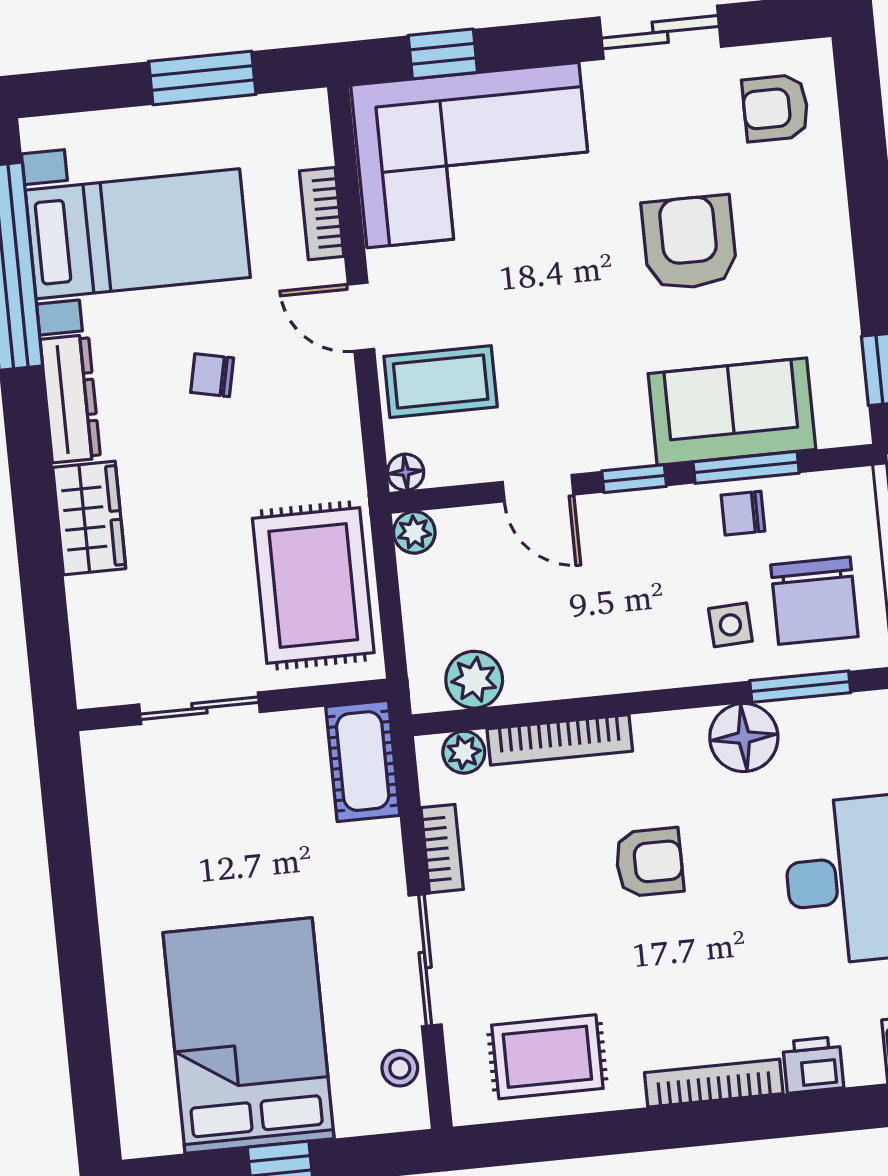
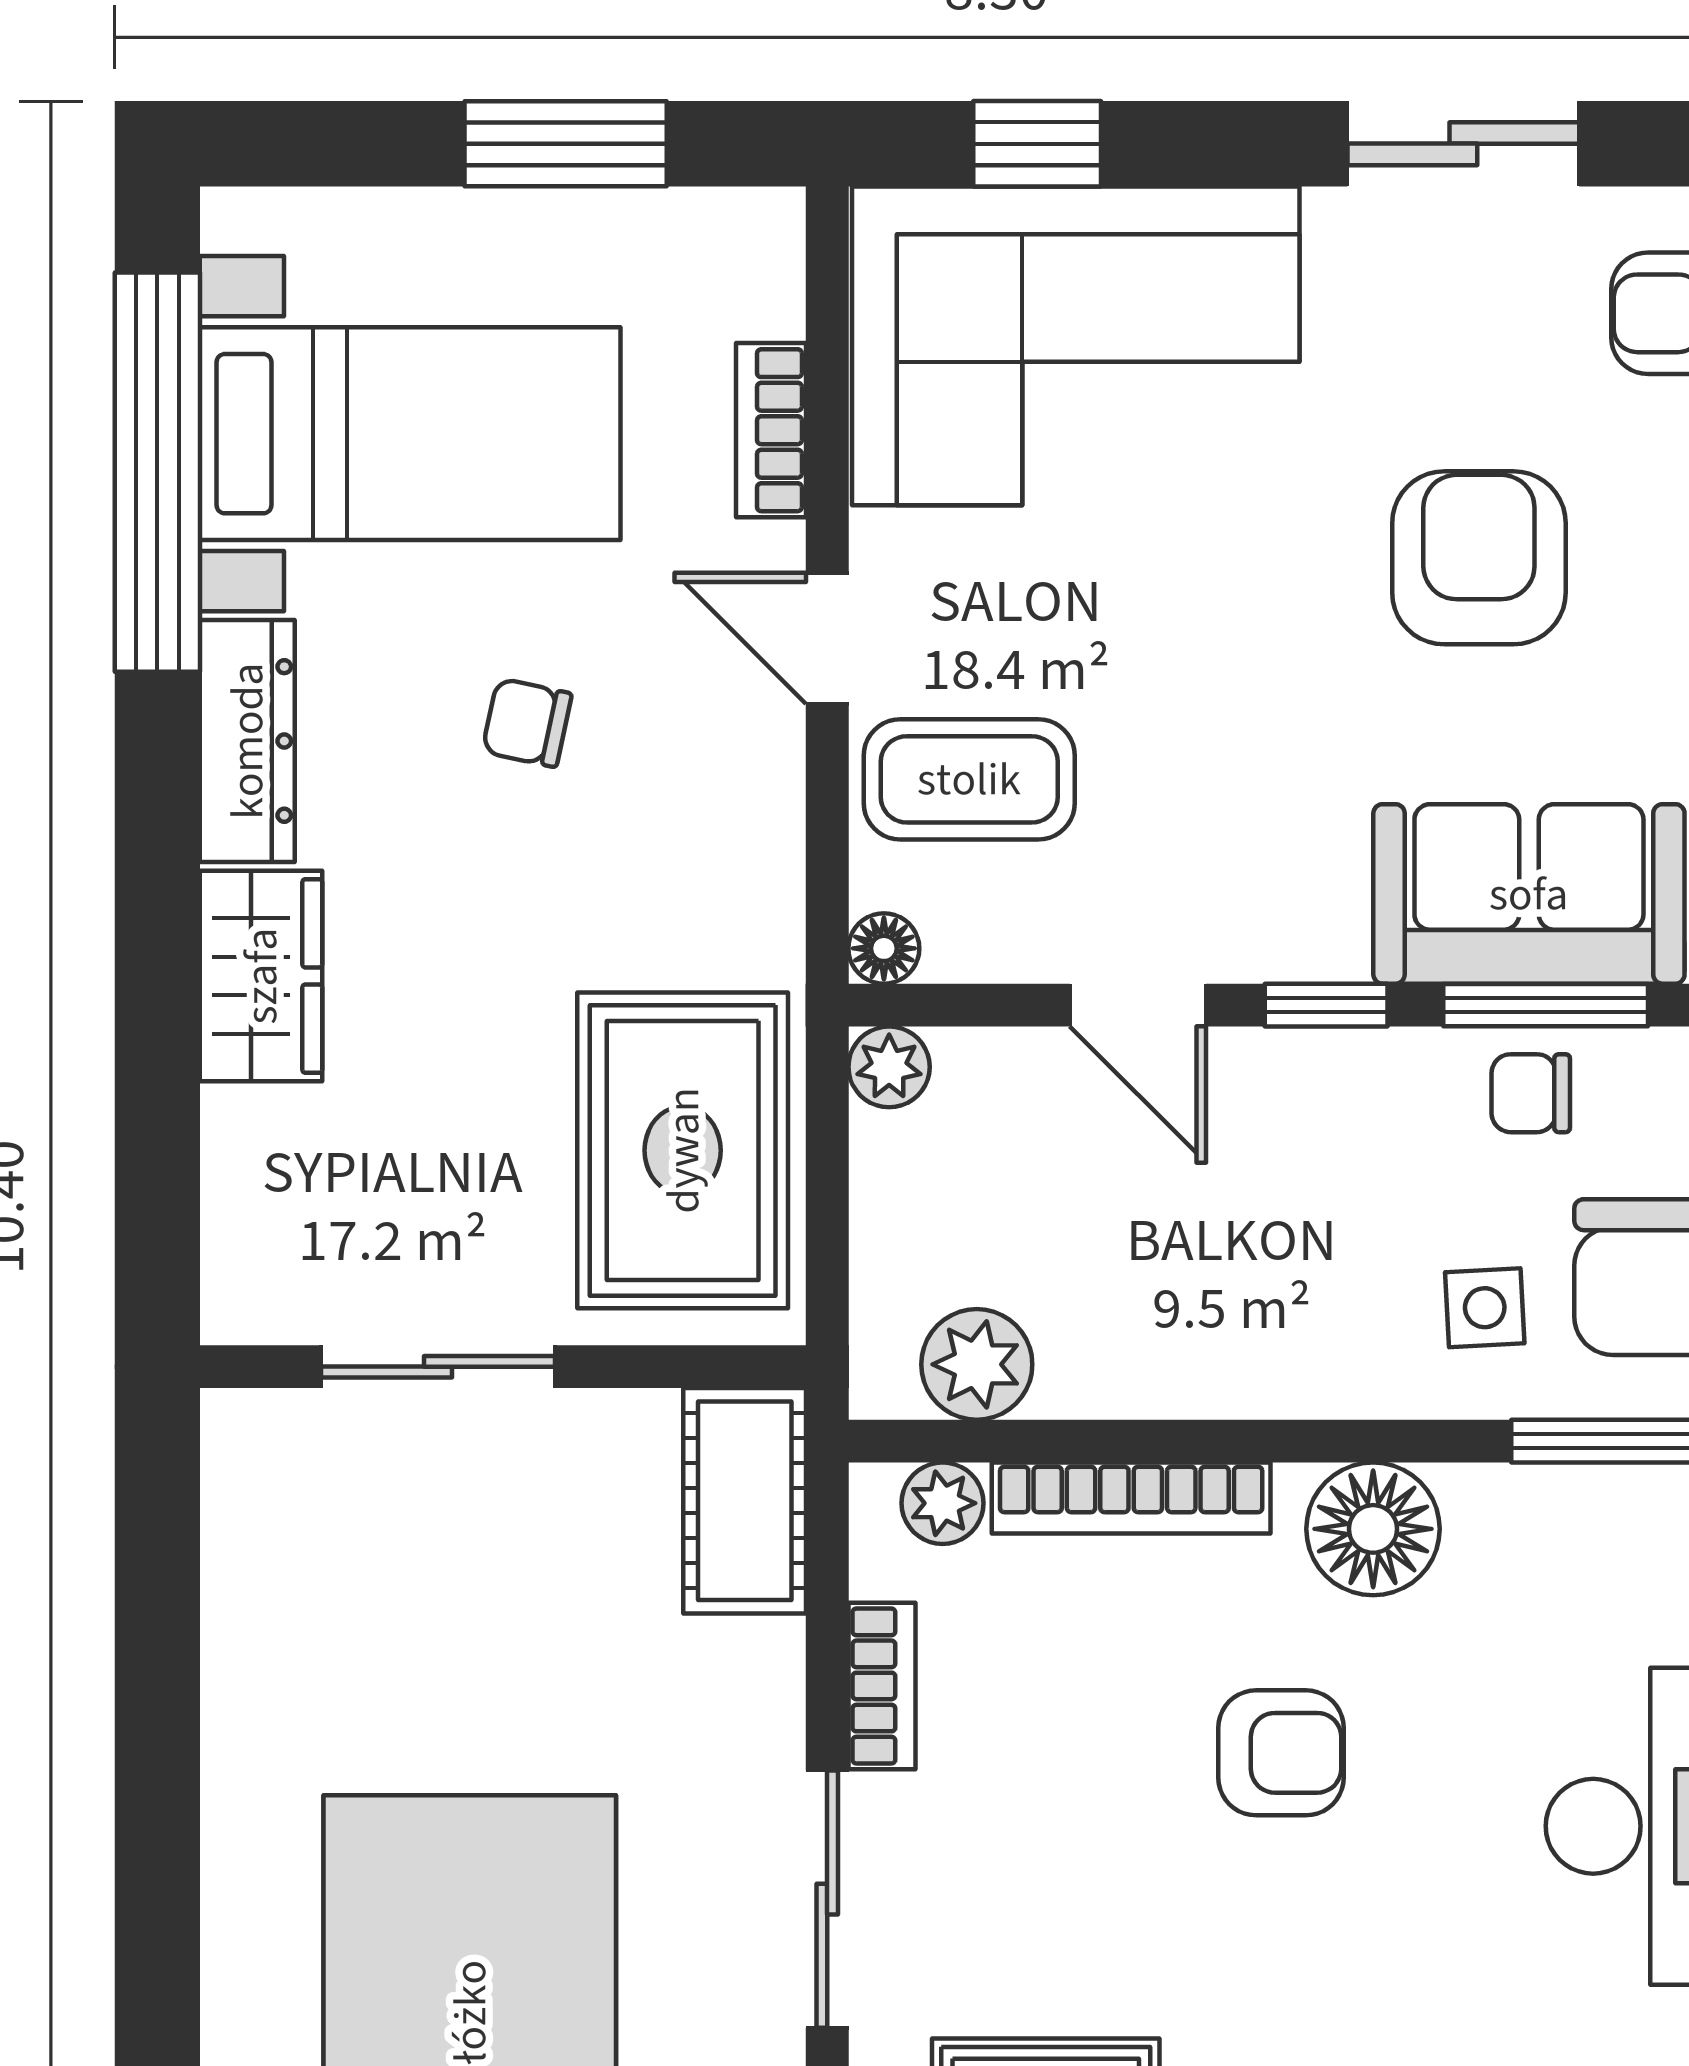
floor lamp: (744, 737) -> (1373, 1529), moved

